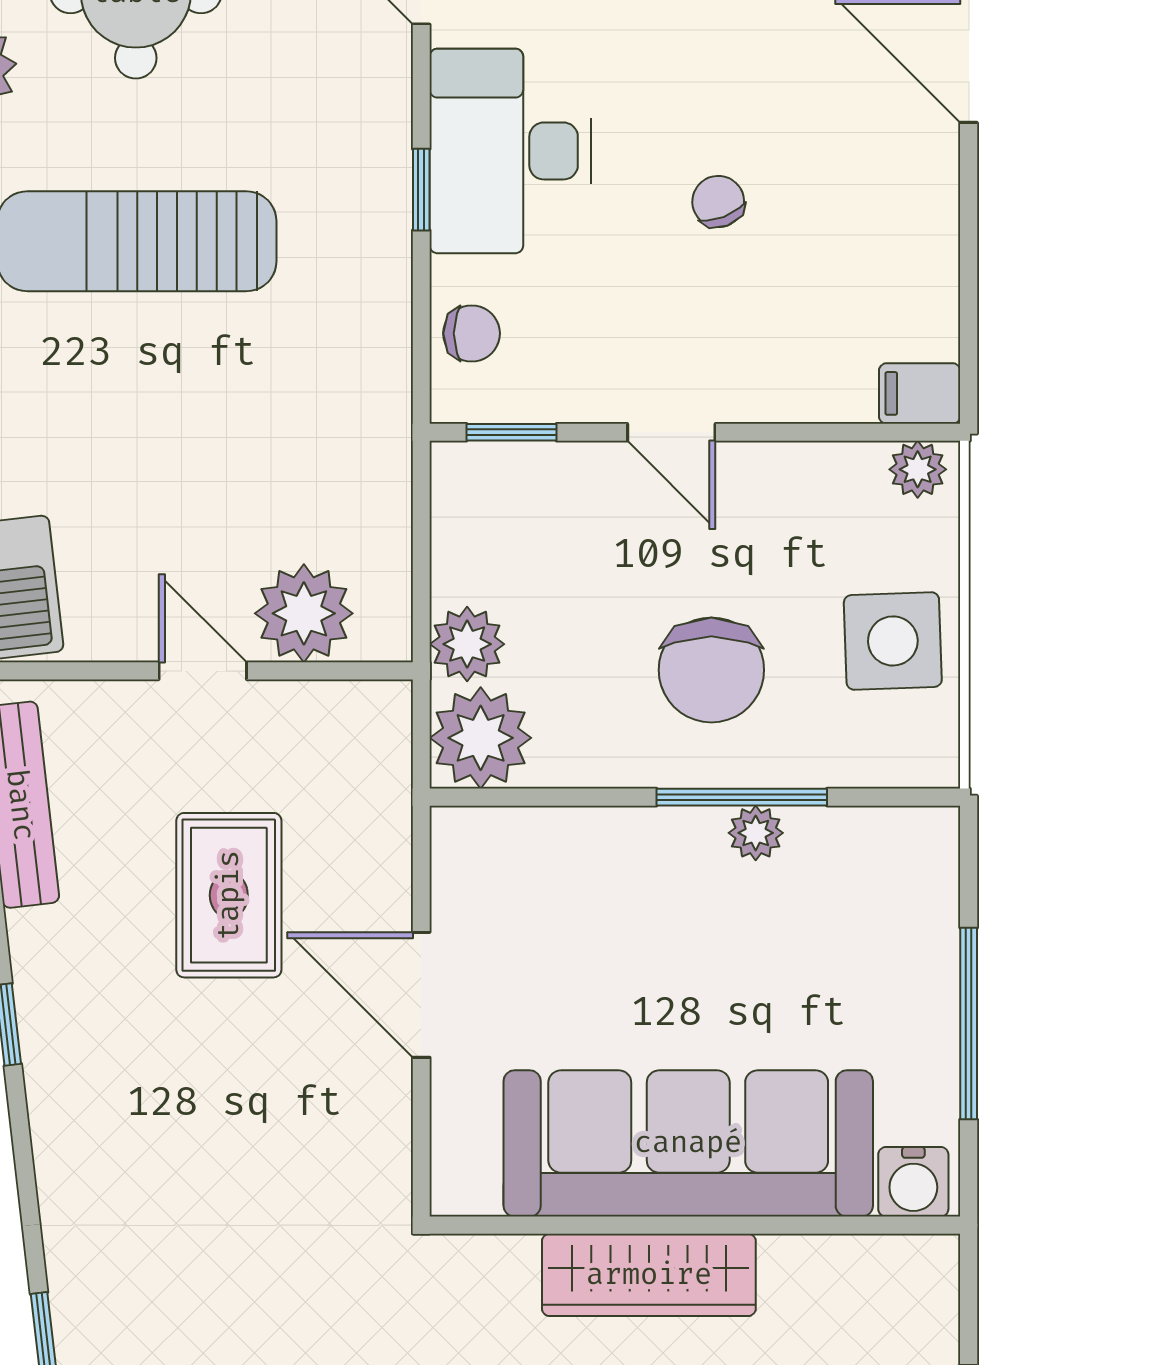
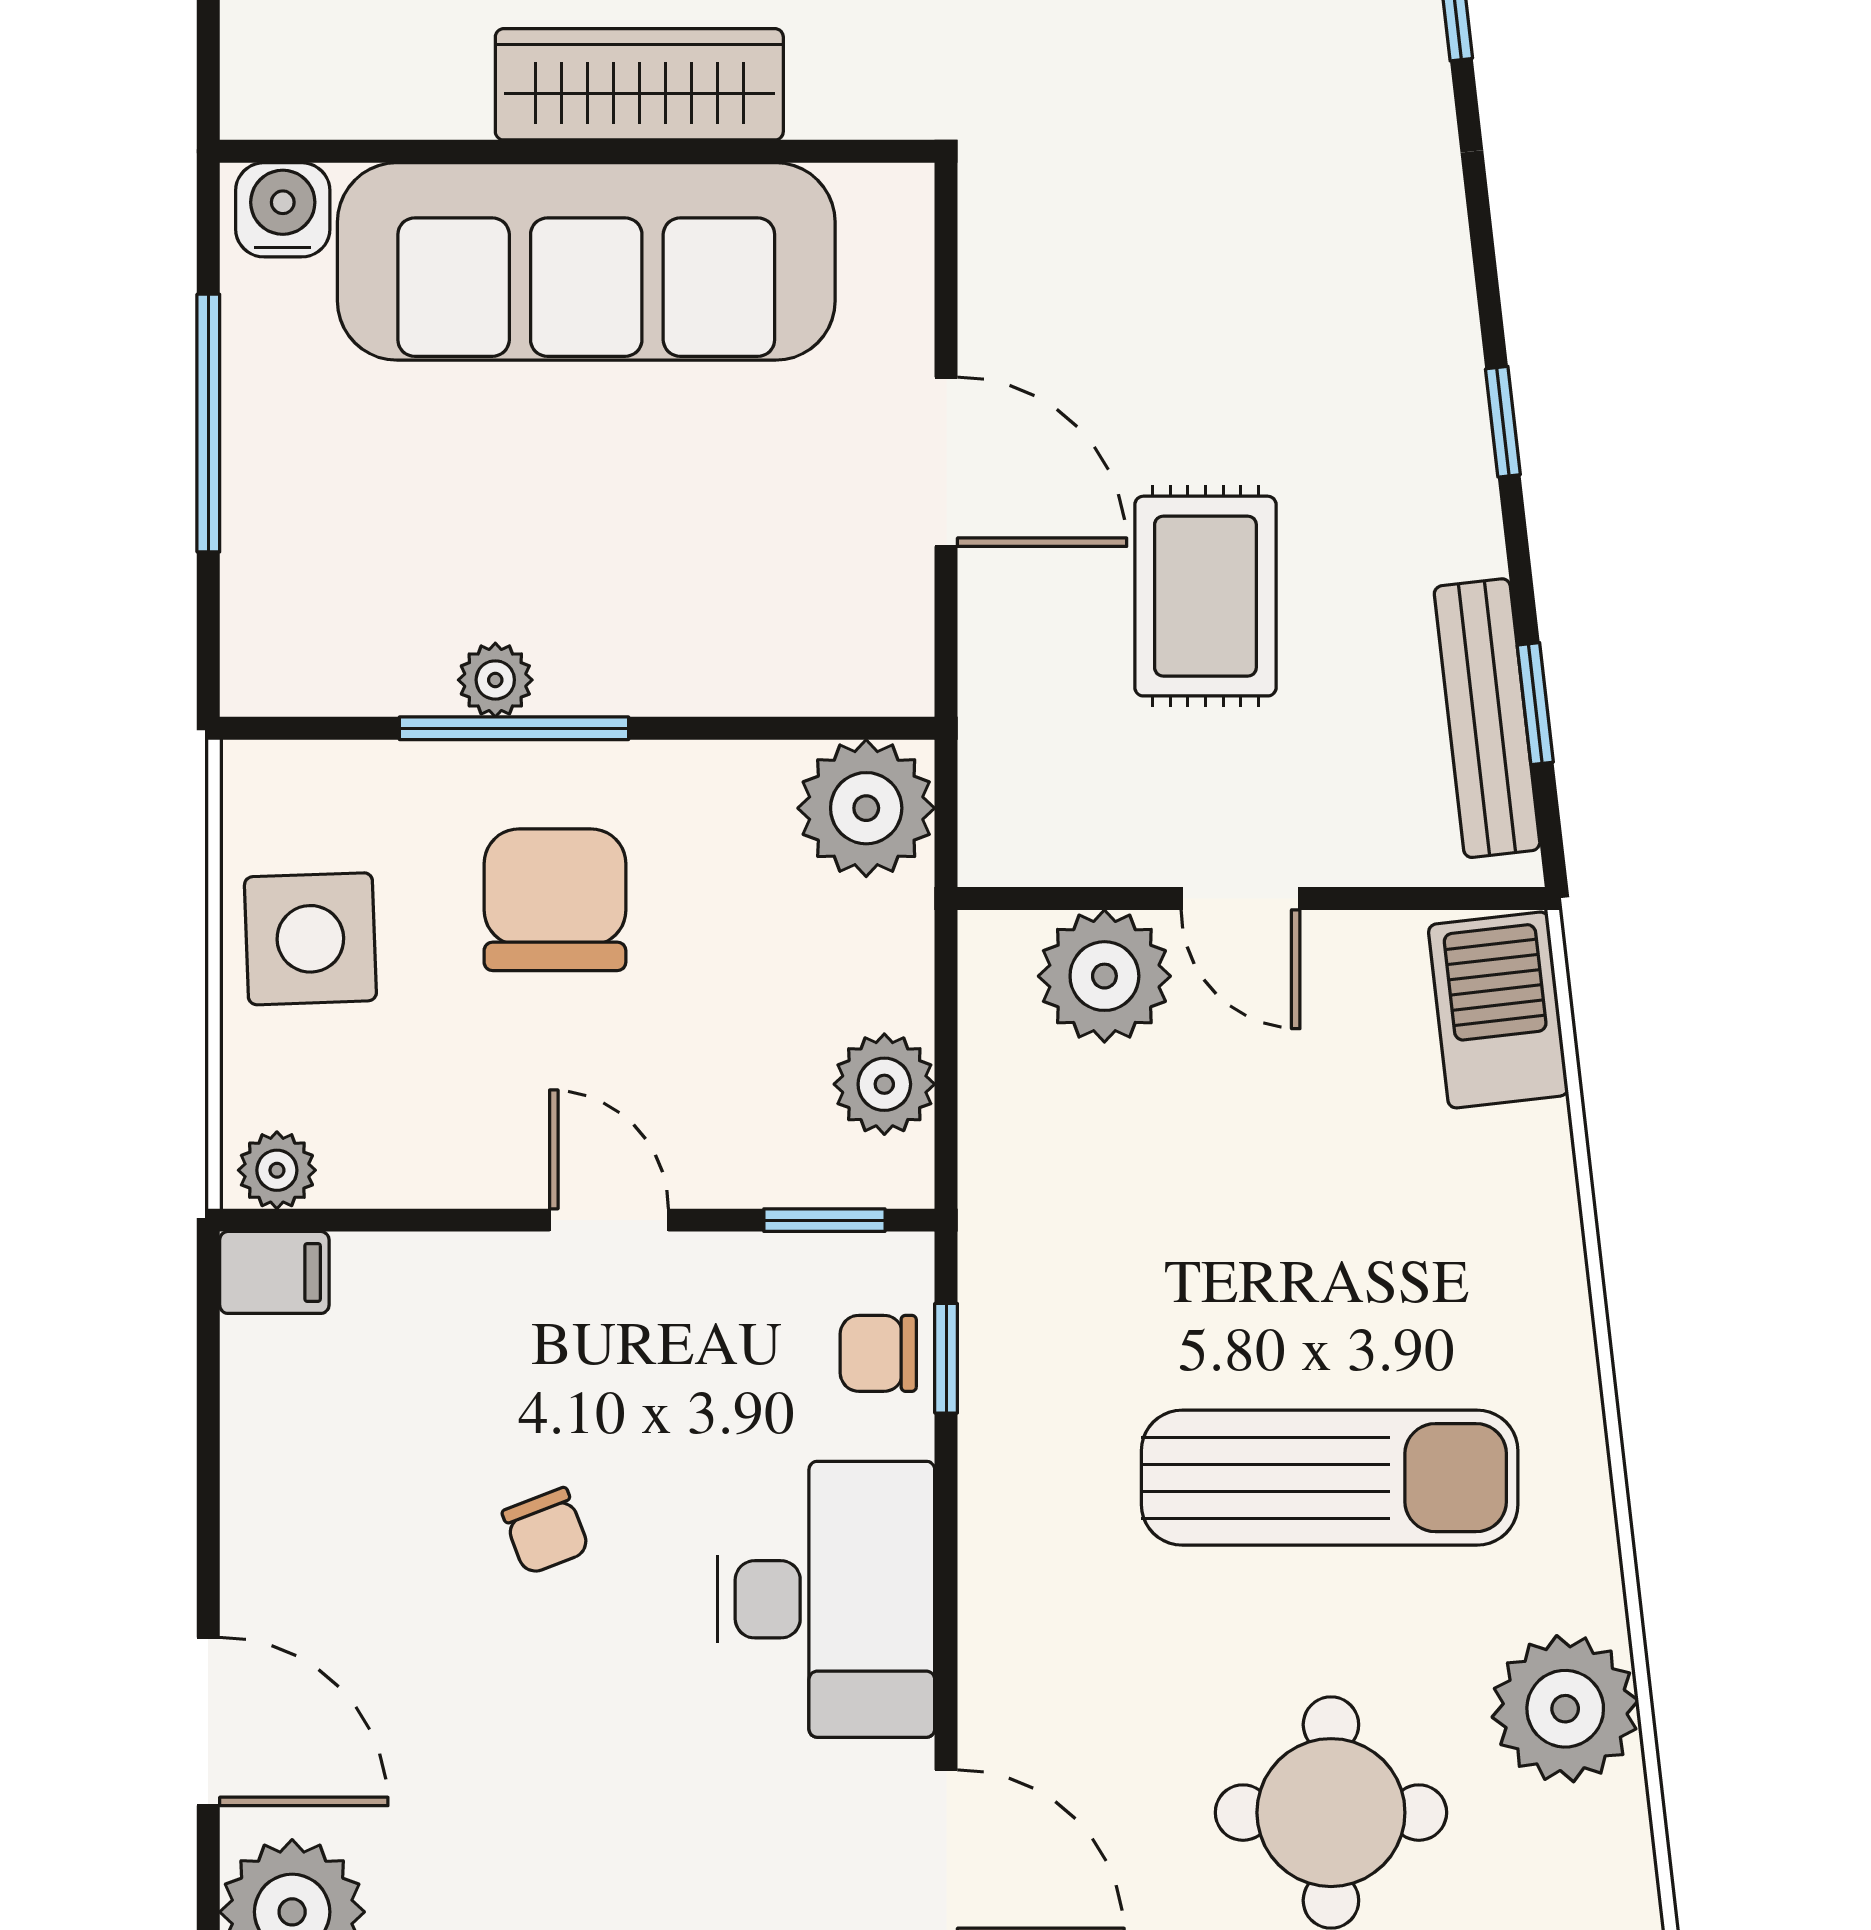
window: (421, 190) -> (946, 1358), moved
plant: (467, 644) -> (884, 1084), moved

